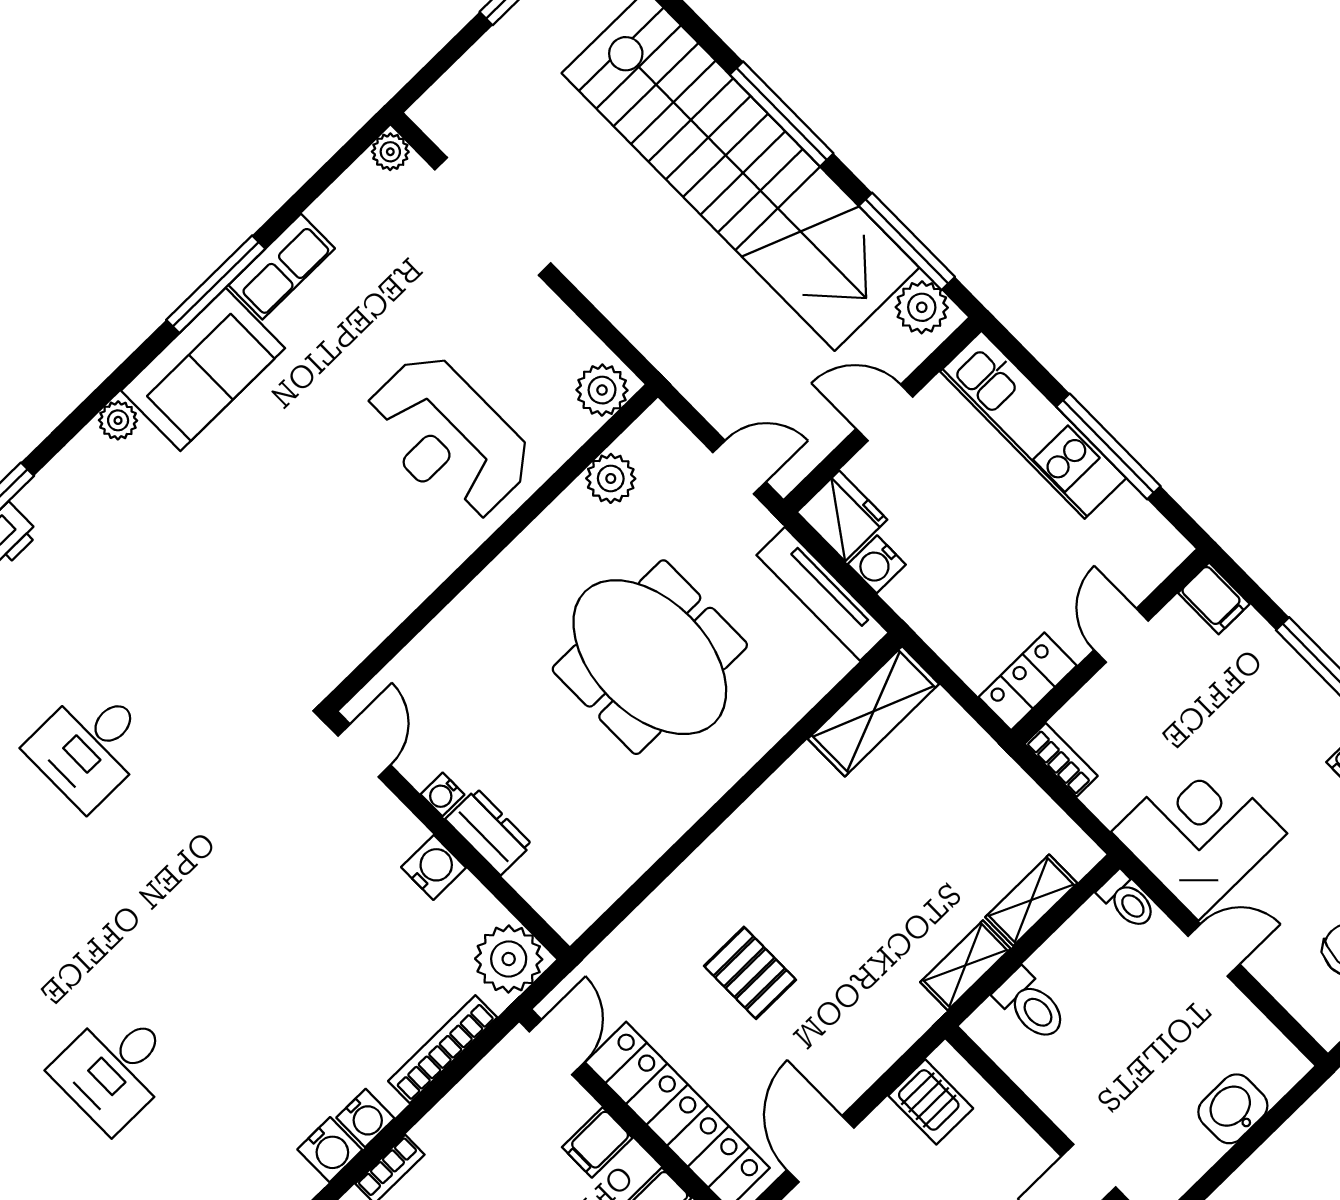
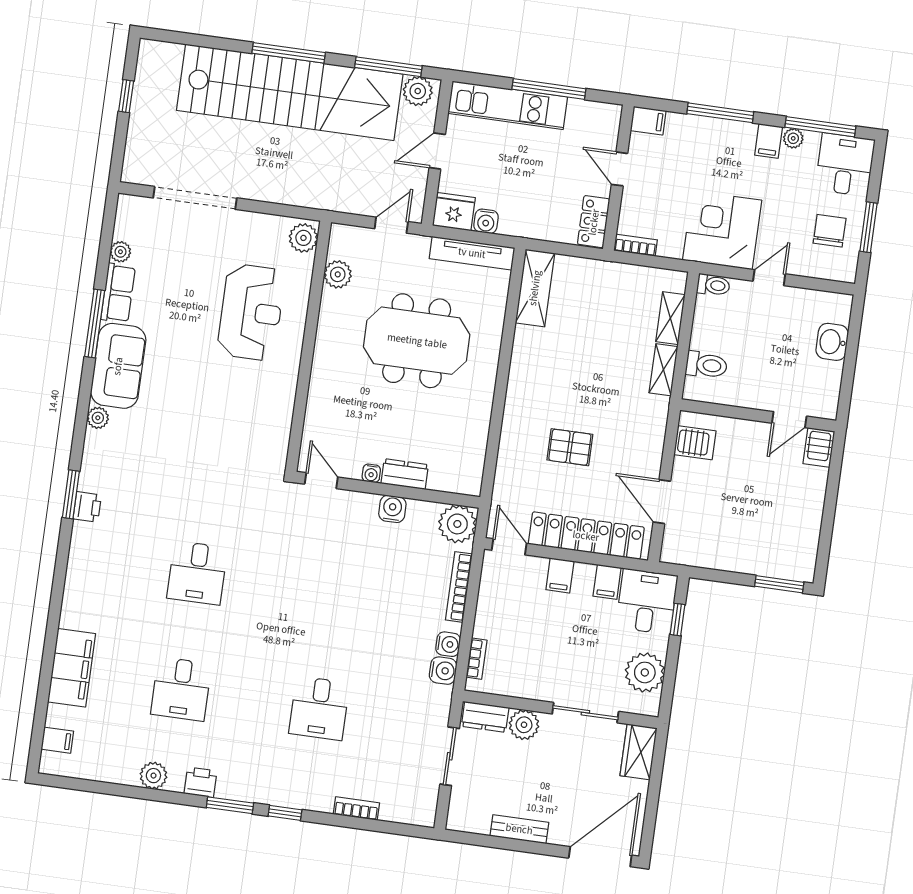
plant: (390, 152) -> (120, 252), moved
reception desk: (448, 438) -> (251, 312), turned -90

